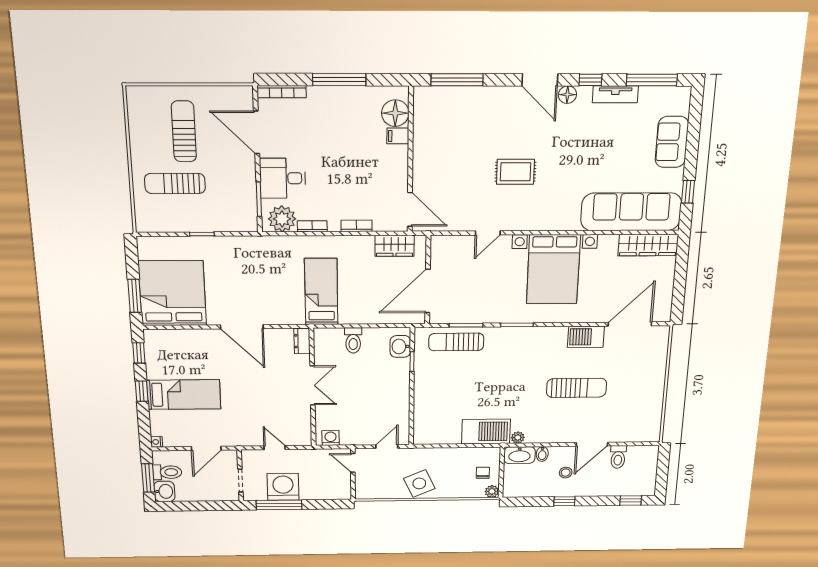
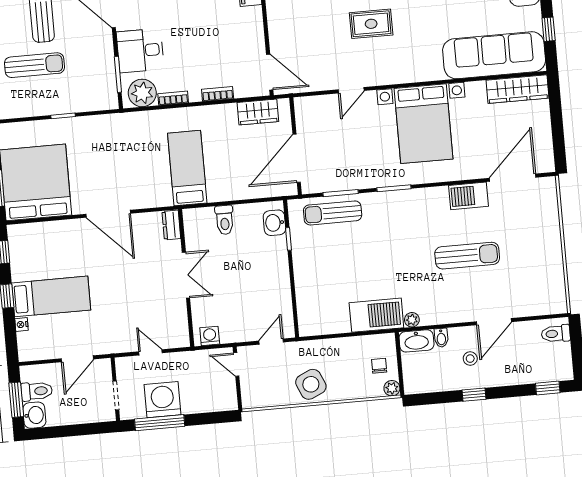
sun lounger: (175, 183) -> (34, 65), turned 180
nightstand: (157, 442) -> (22, 324), moved
toilet: (618, 457) -> (556, 334), moved, turned 90

